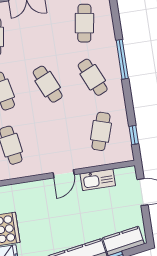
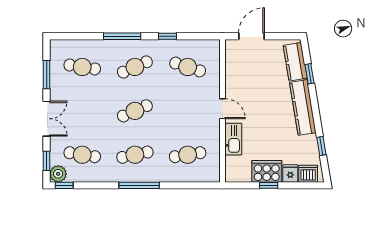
window: (134, 135) -> (167, 36), moved
kitchen sink: (98, 180) -> (233, 139), moved

